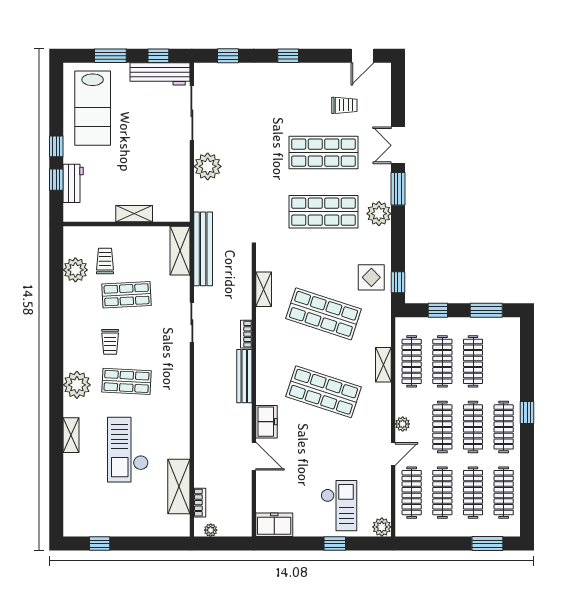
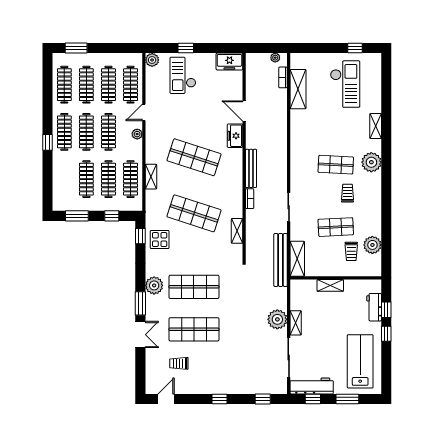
shelving: (182, 162) -> (296, 323), added
checkout: (128, 450) -> (345, 84), moved

